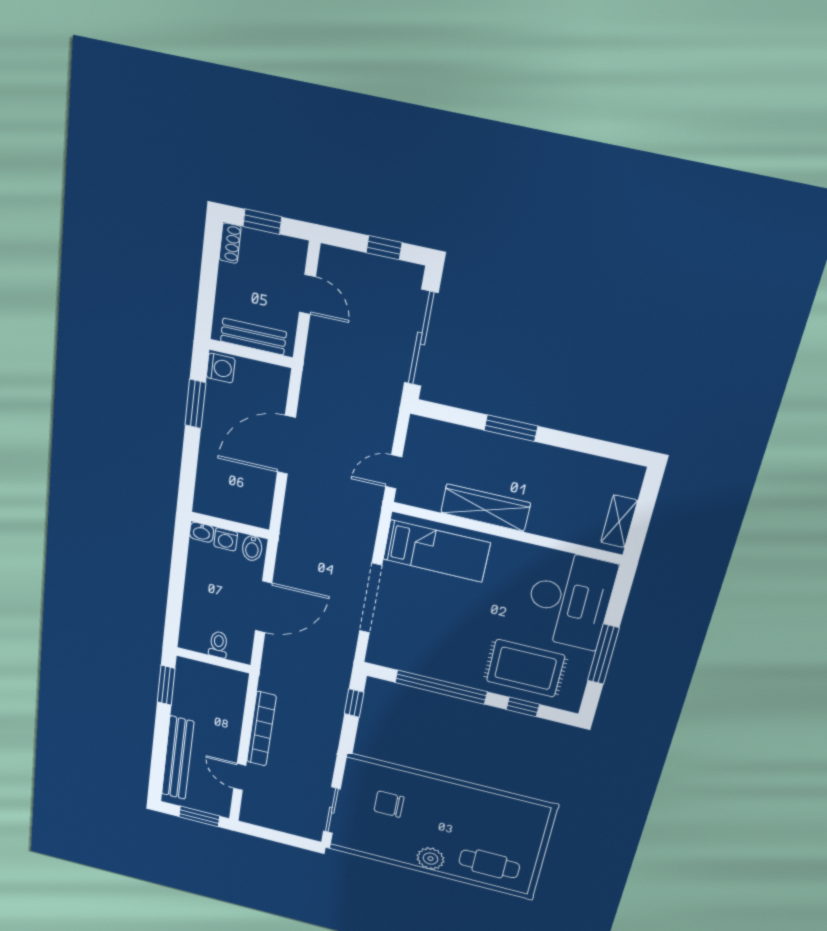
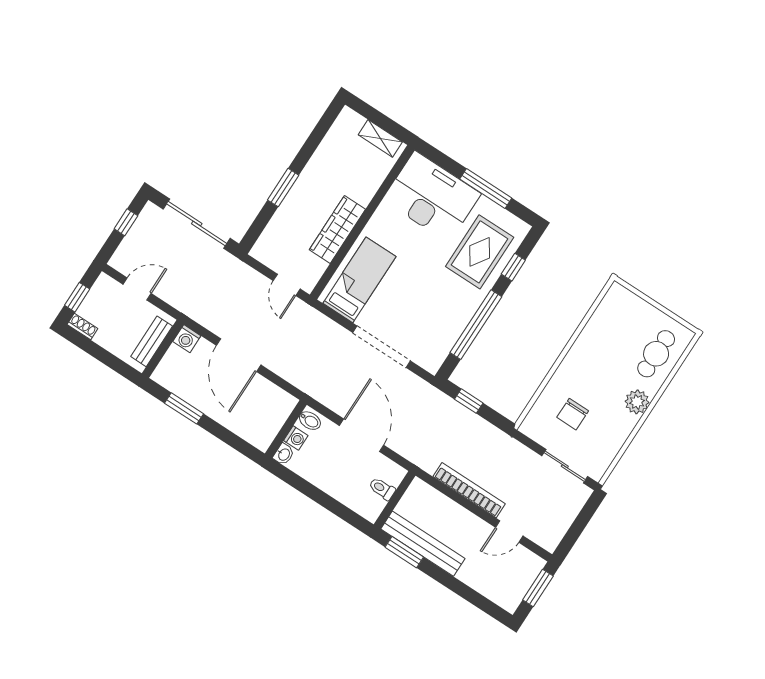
washing machine: (221, 368) -> (187, 339), moved, turned 180
bench: (178, 758) -> (423, 544), moved

